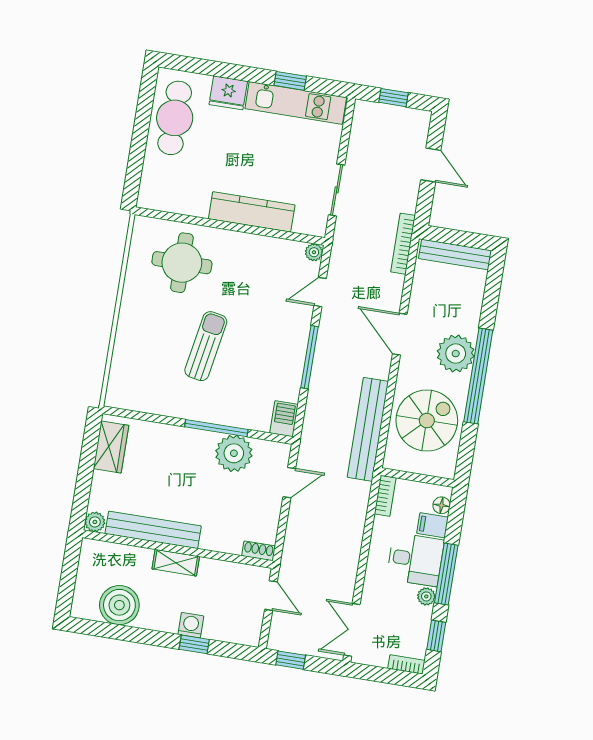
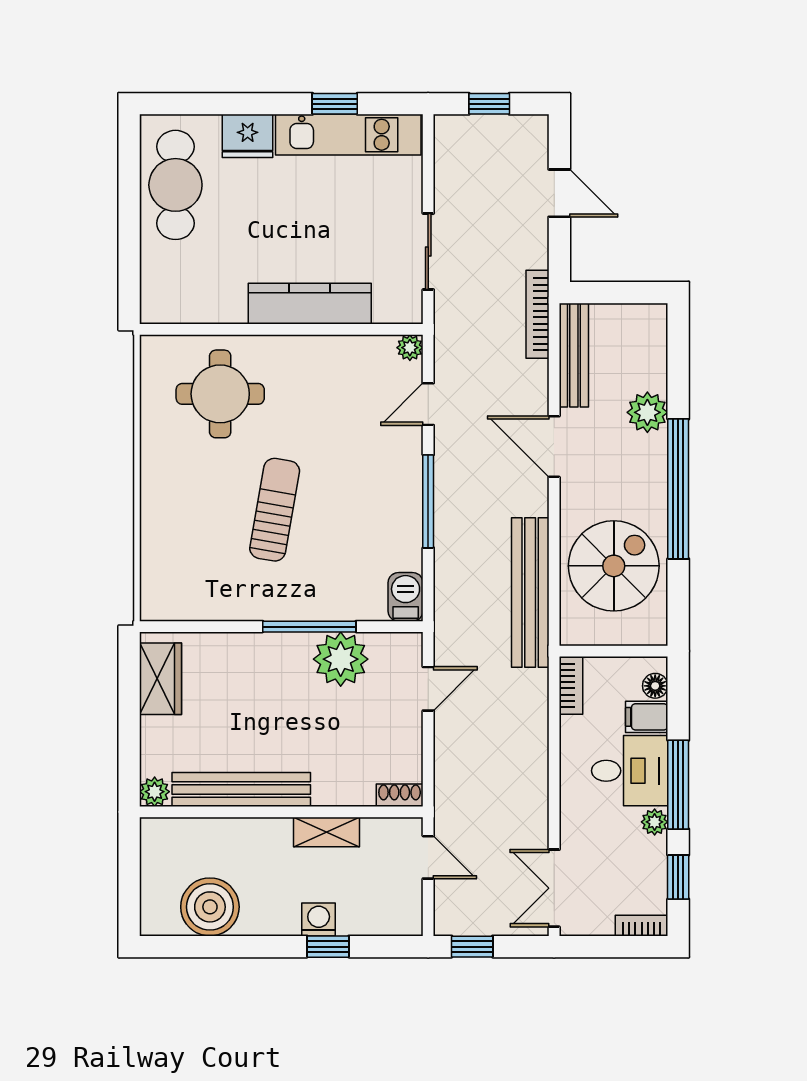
bench: (455, 254) -> (574, 355), moved, turned 90
plant: (456, 354) -> (647, 412), moved, width x0.73, depth x0.73
shelving: (176, 563) -> (326, 832), moved

